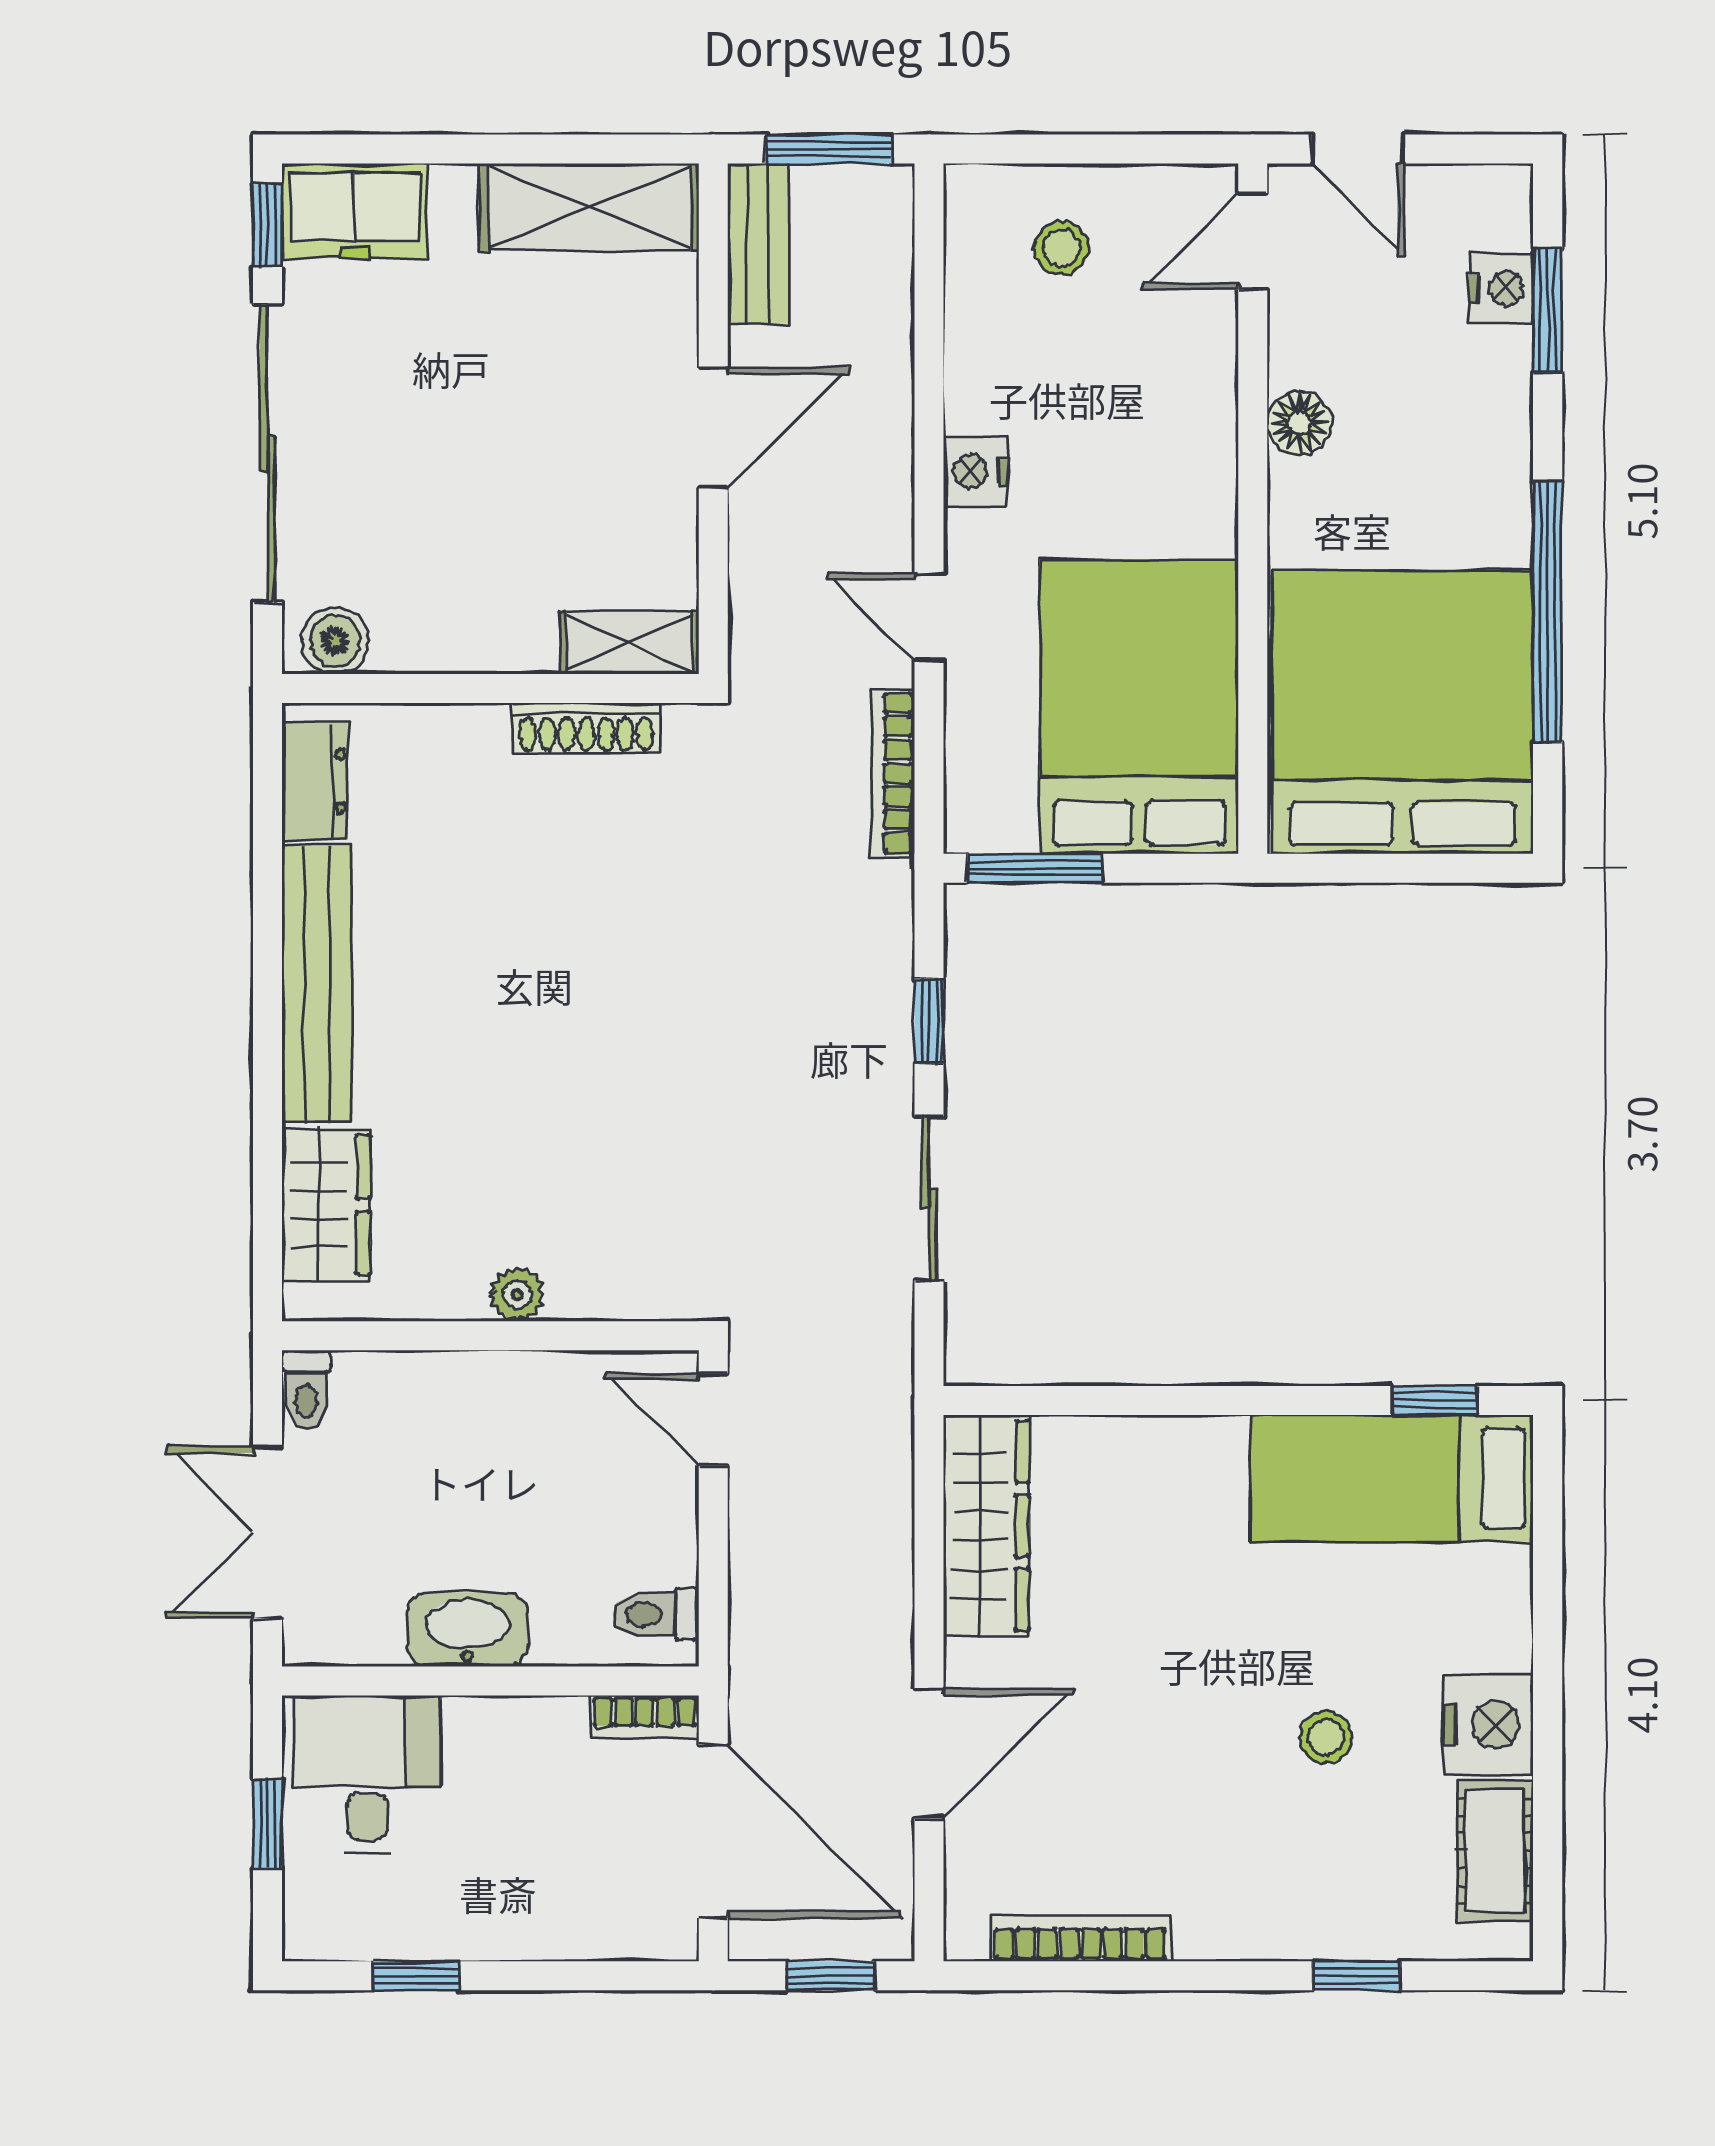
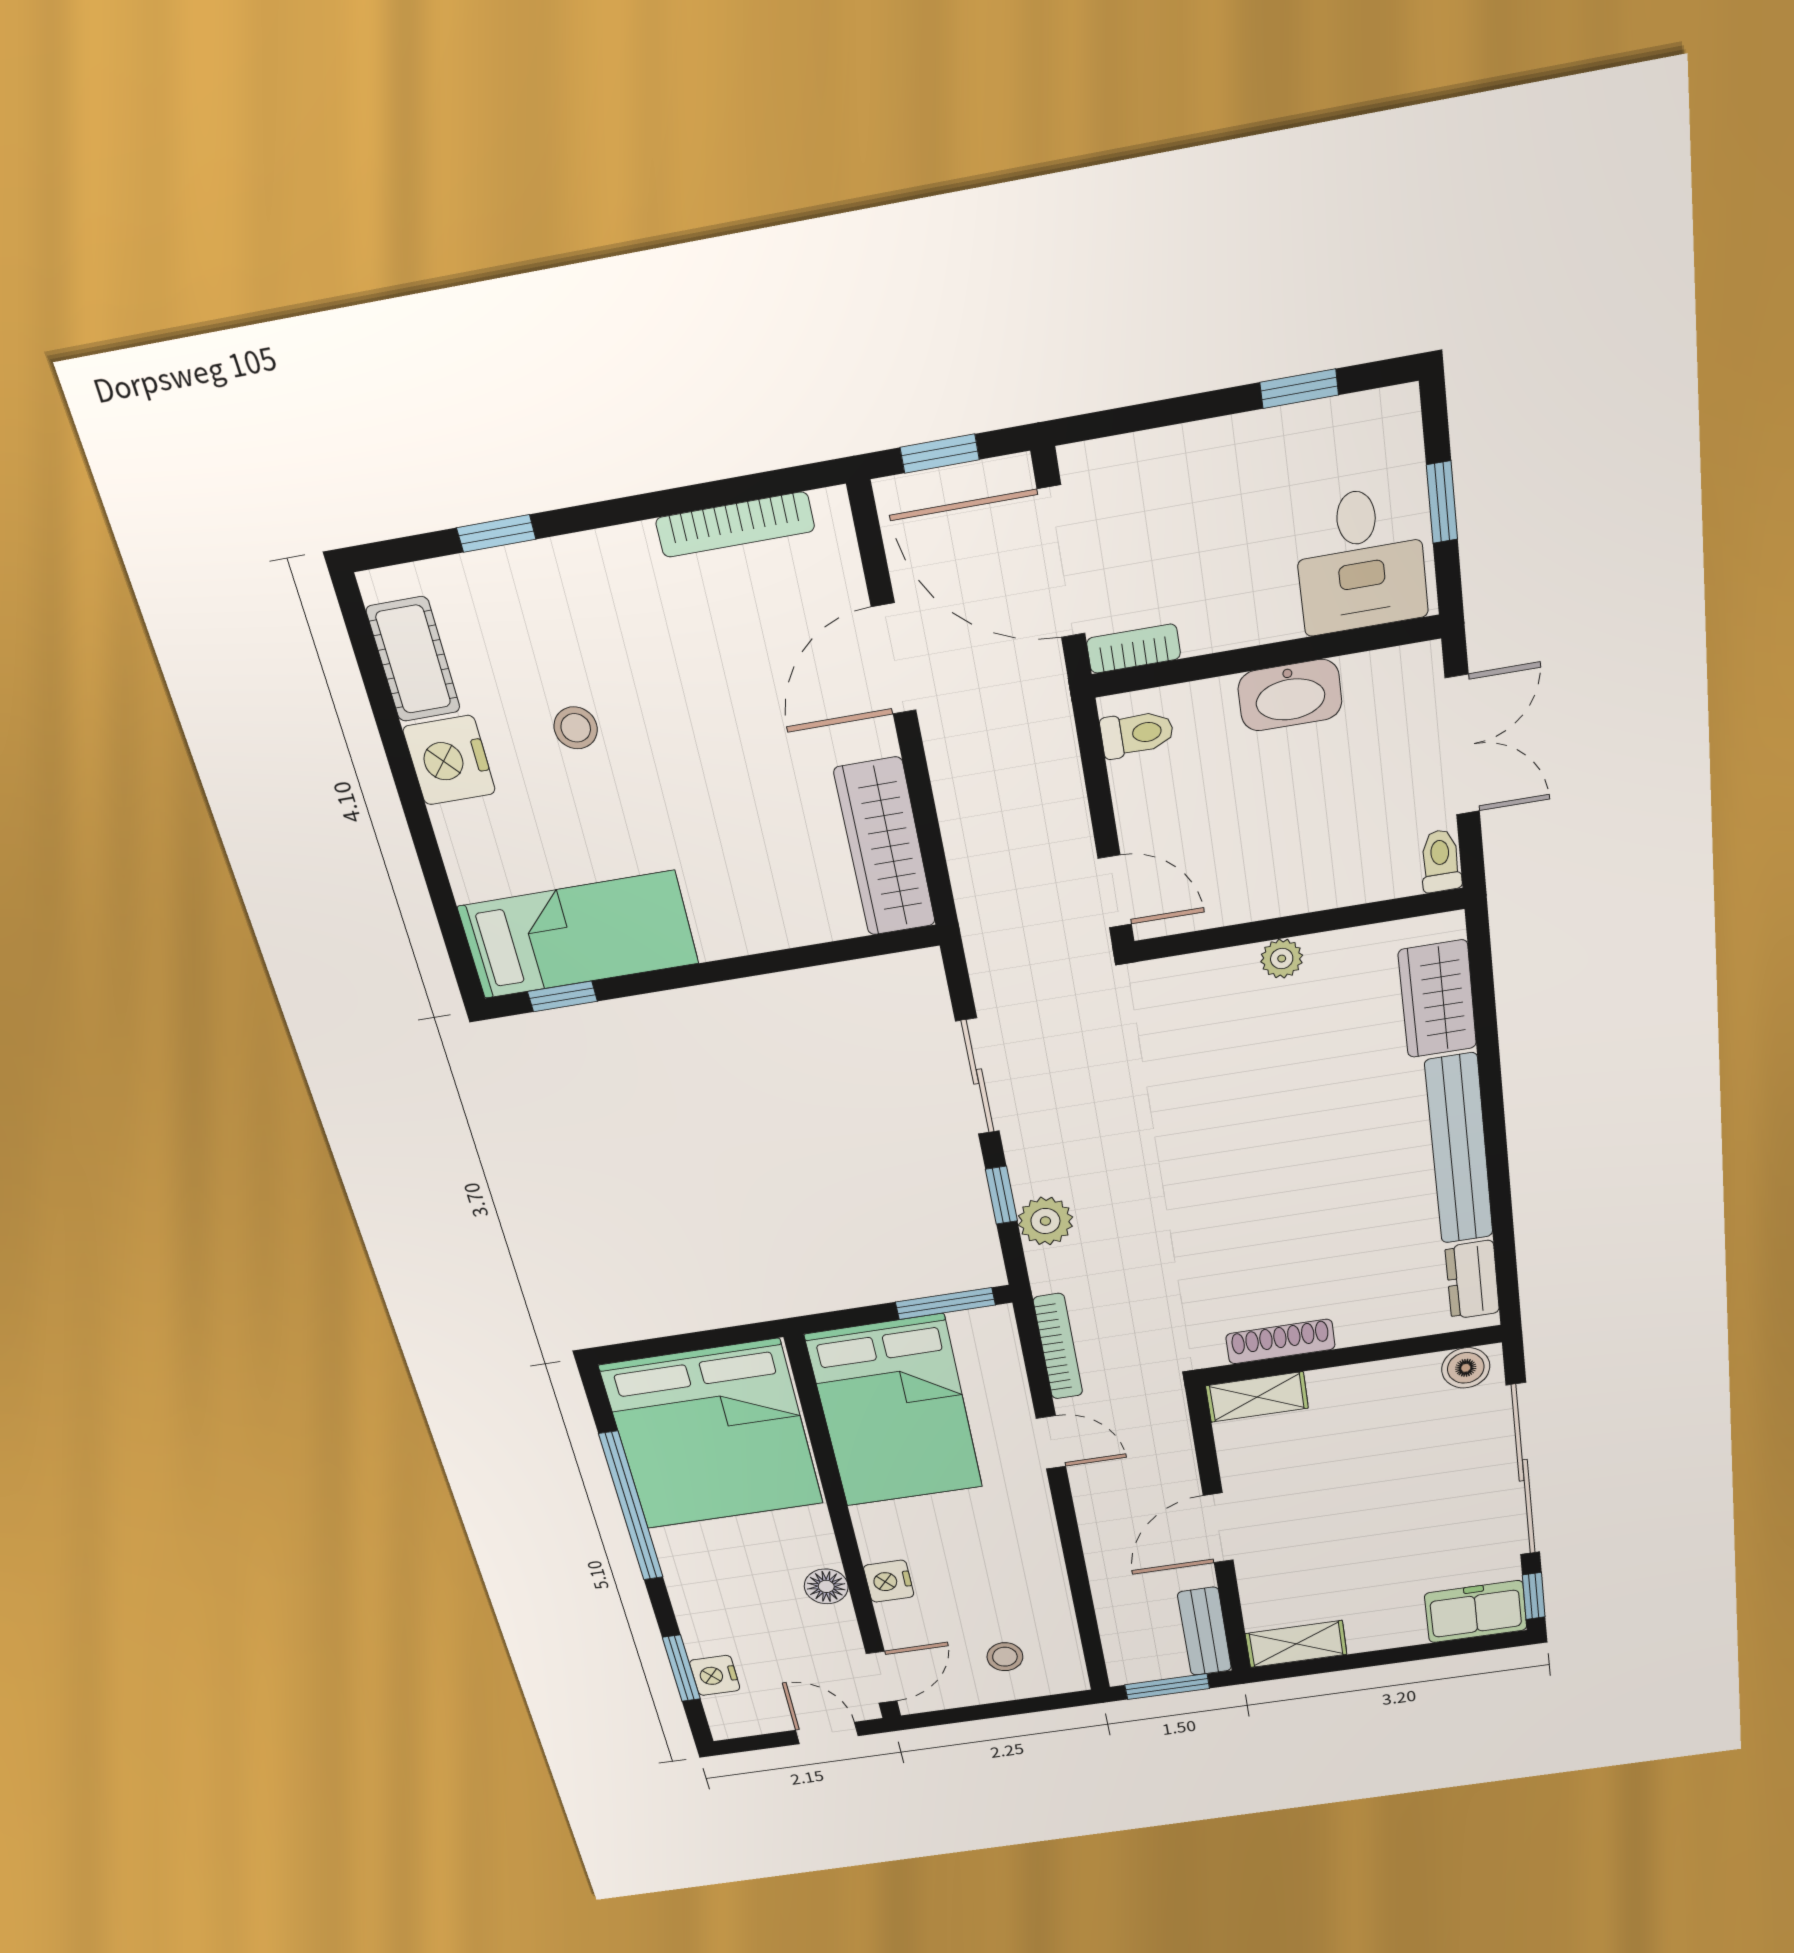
shelving: (589, 207) -> (1296, 1644), width x0.67, depth x0.75
nightstand: (976, 471) -> (889, 1581), moved, turned 180
plant: (877, 972) -> (1045, 1221), added

